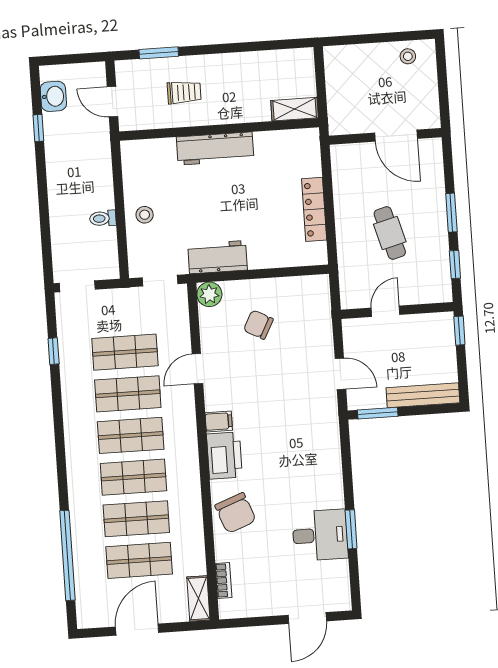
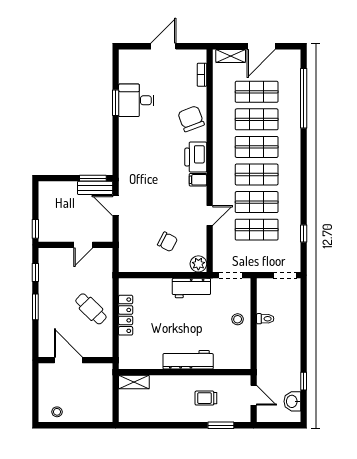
cafe table: (390, 233) -> (91, 309), moved, turned -30
bench: (423, 395) -> (95, 188), moved, width x0.73
shelving: (198, 599) -> (231, 56), moved, turned 90
door: (307, 618) -> (163, 46), moved

